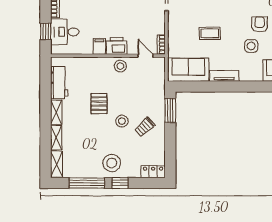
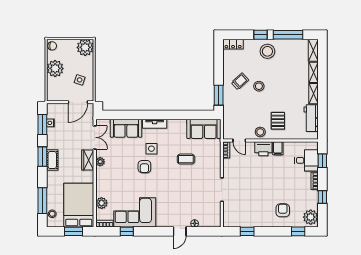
tv unit: (224, 76) -> (155, 124), moved
pallet: (99, 104) -> (278, 121), moved

